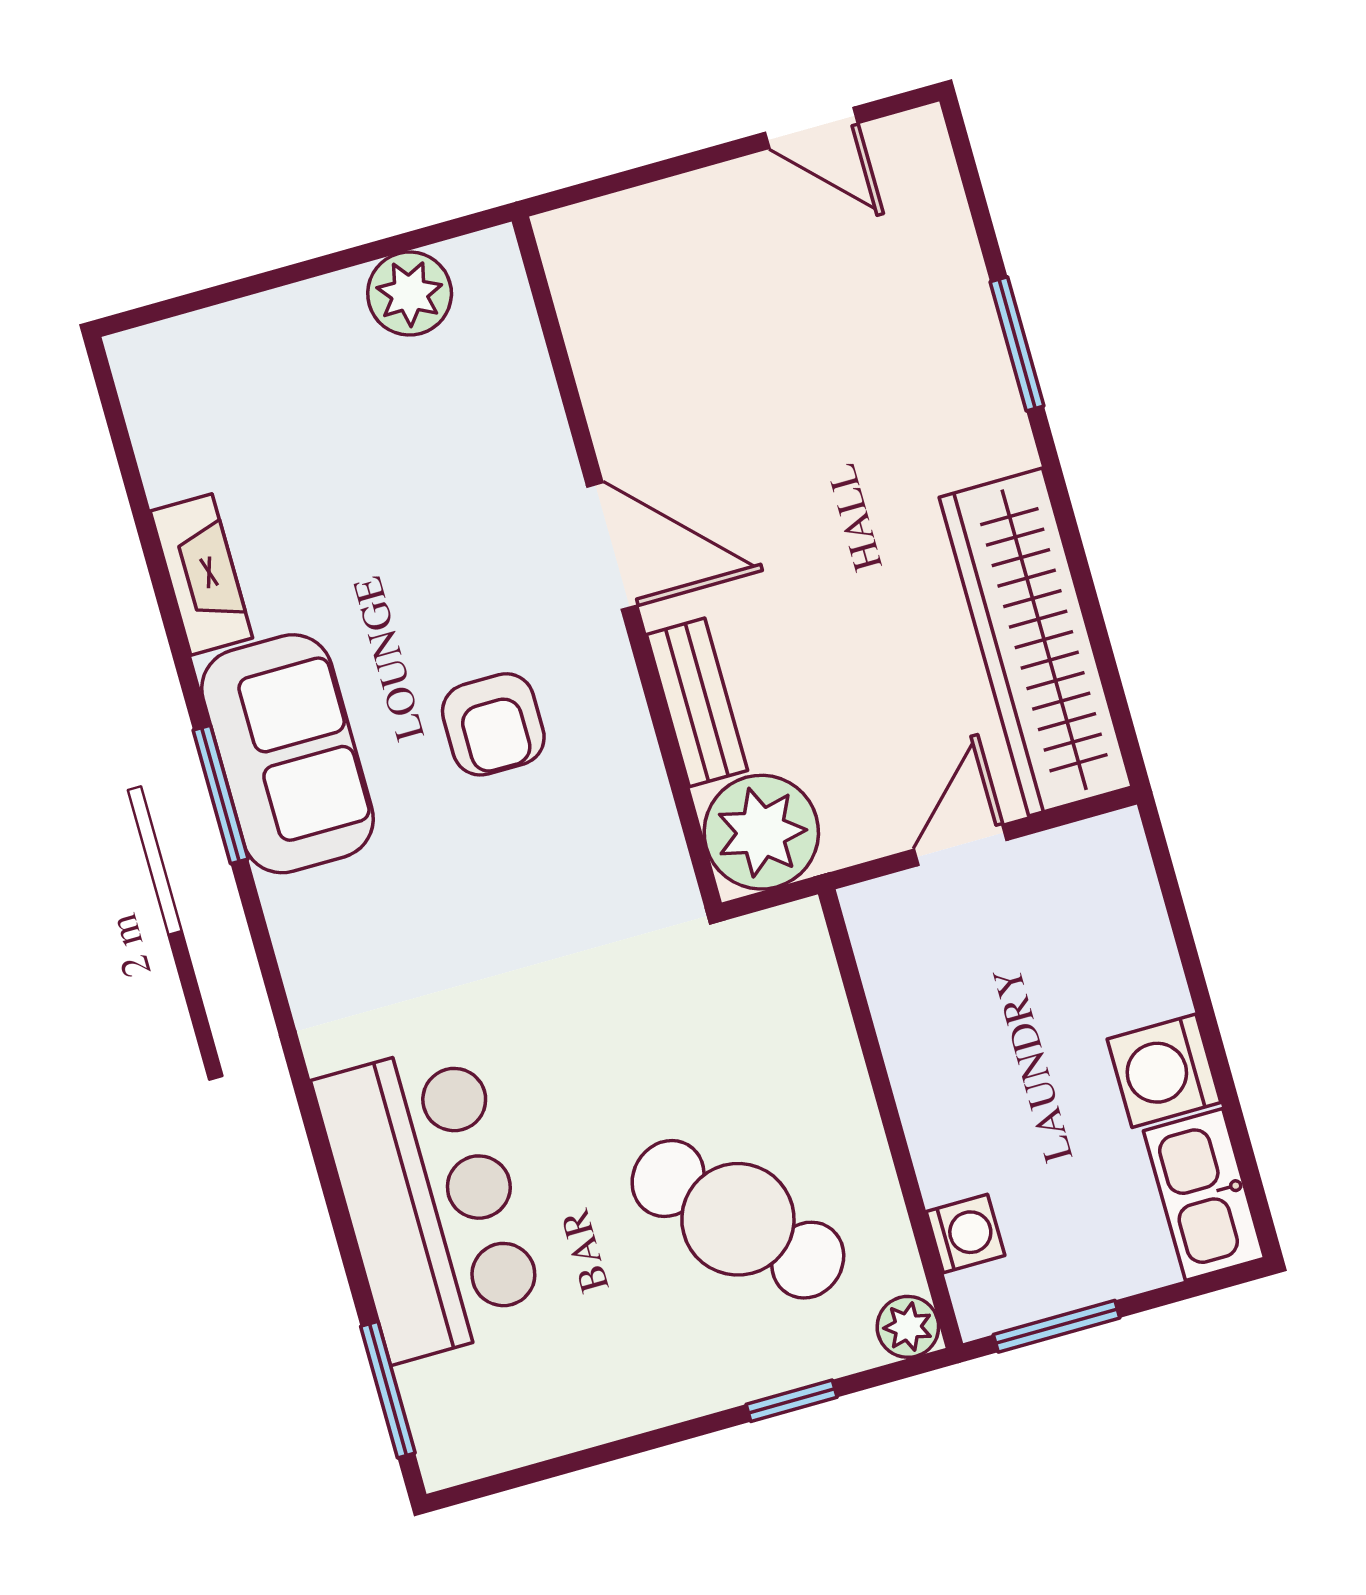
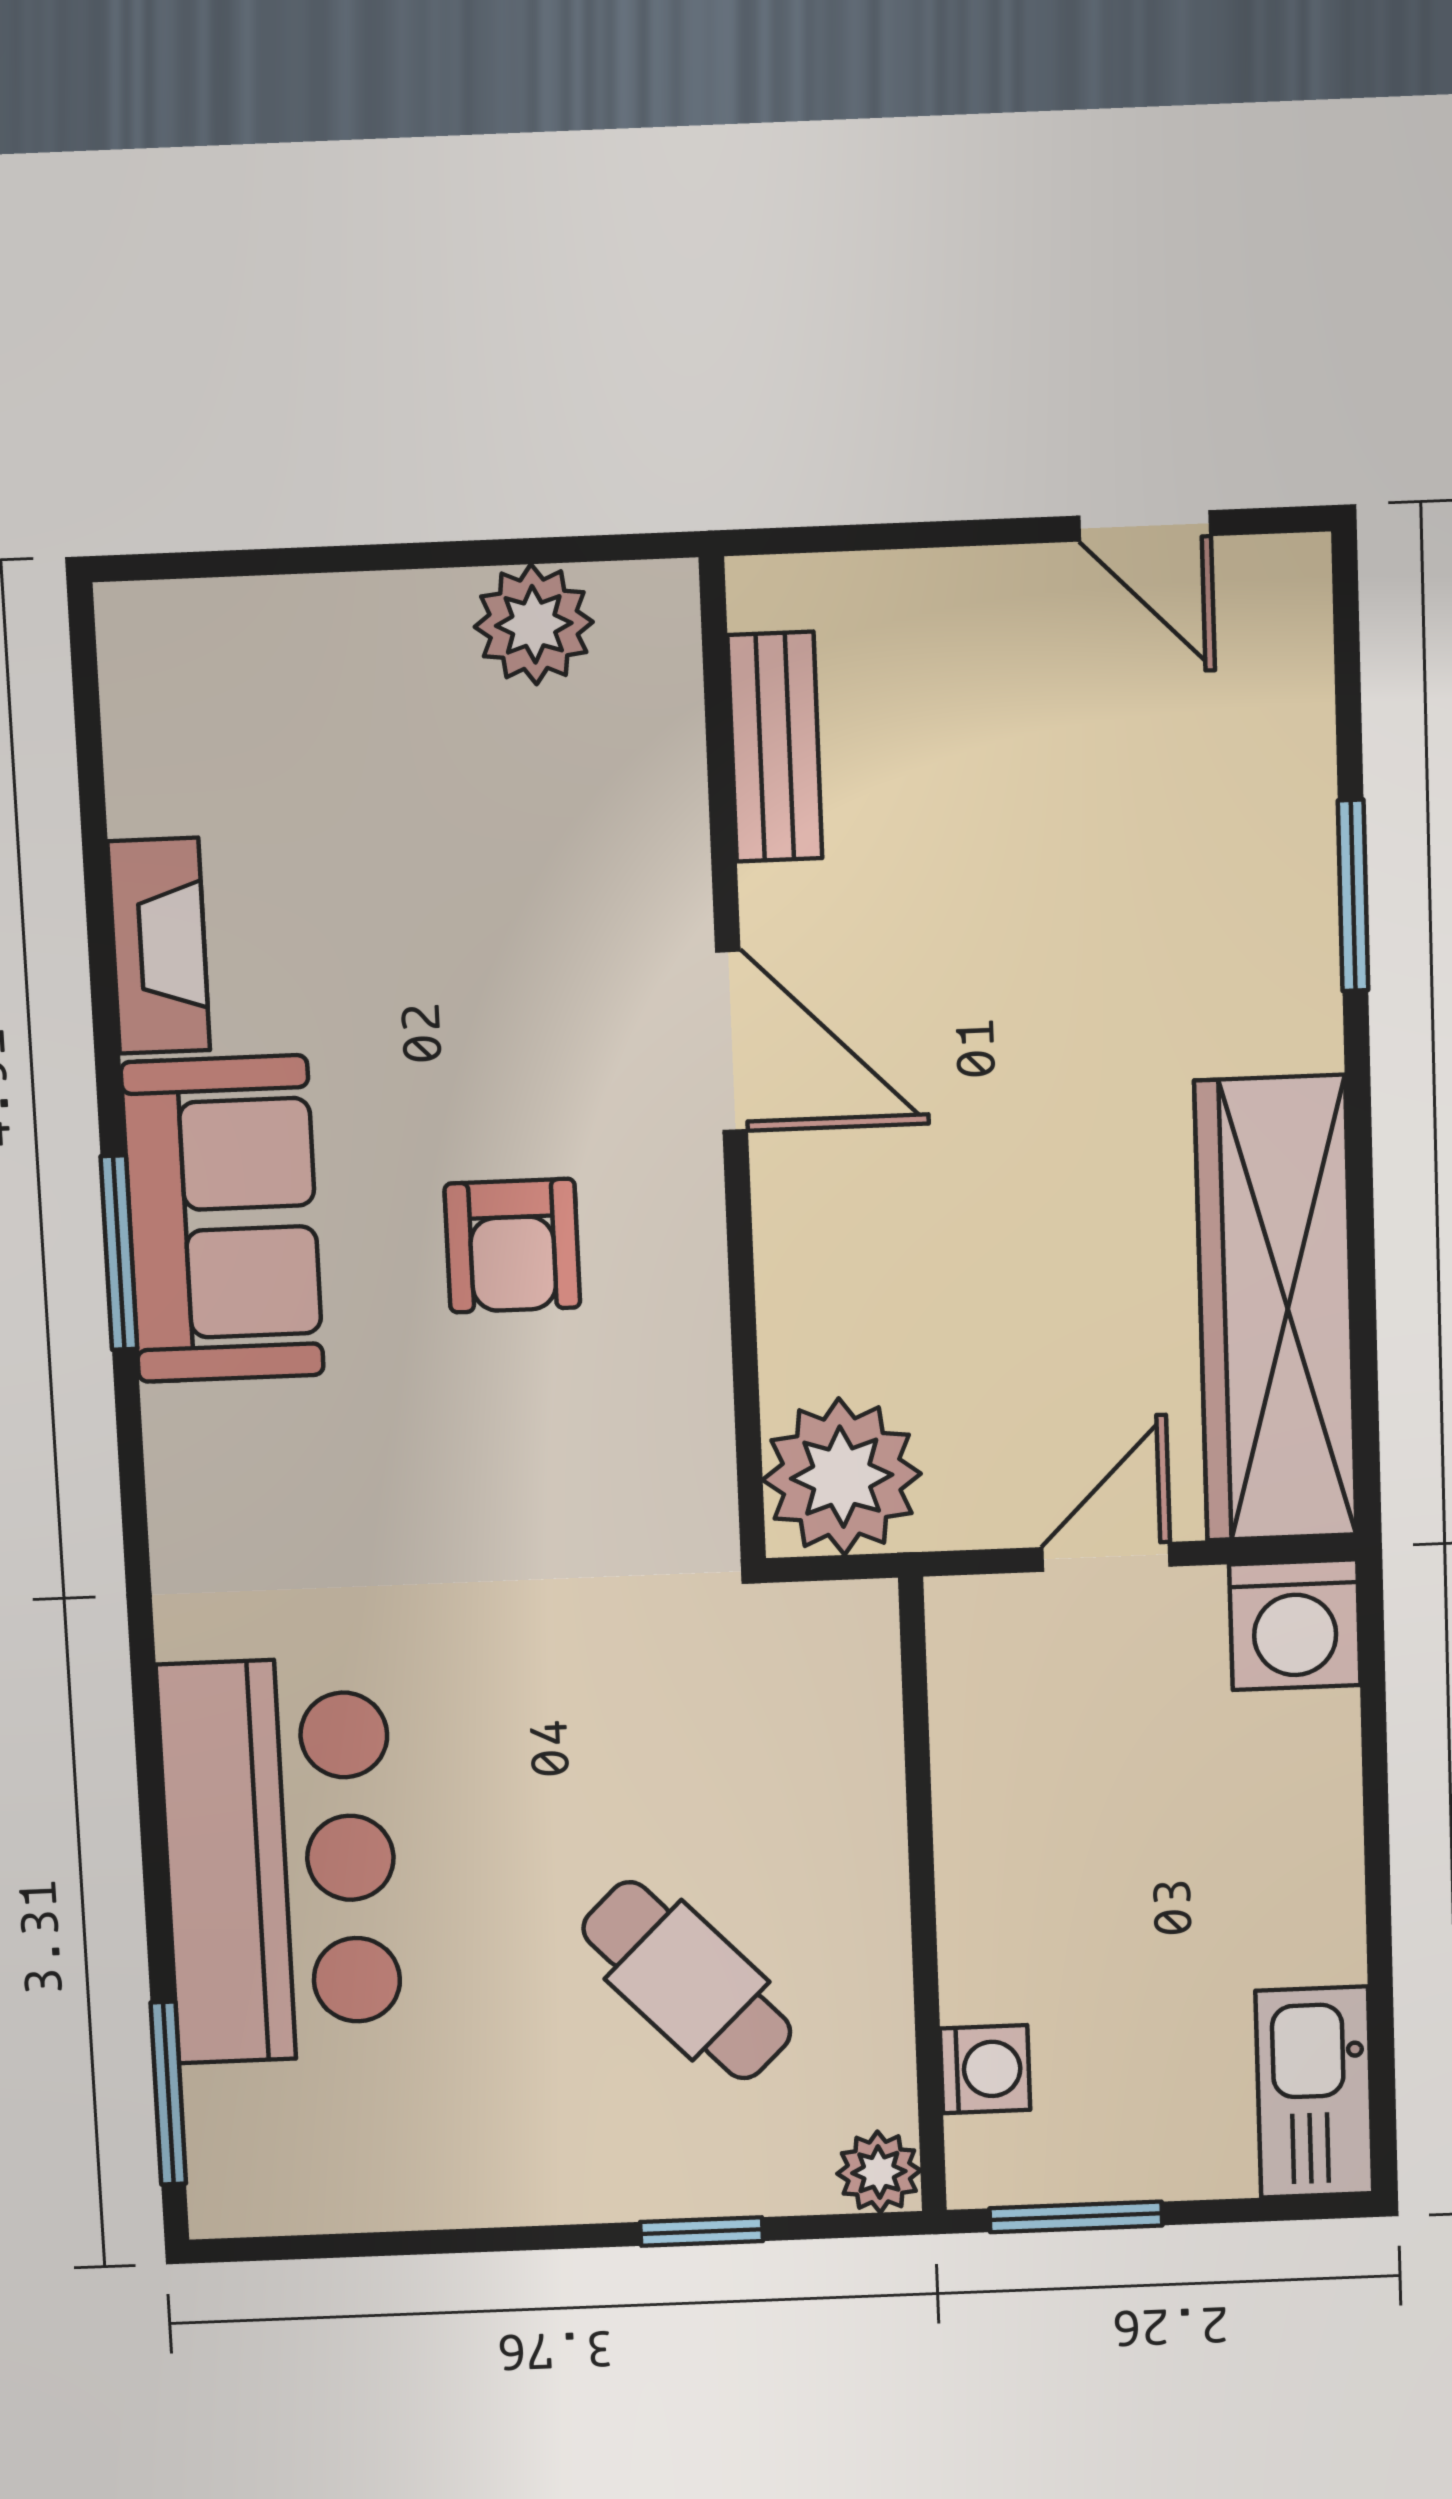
bench: (697, 702) -> (775, 747), moved
washing machine: (1164, 1071) -> (1295, 1625), moved, turned -90
cafe table: (738, 1219) -> (687, 1980), width x0.73, depth x0.74

